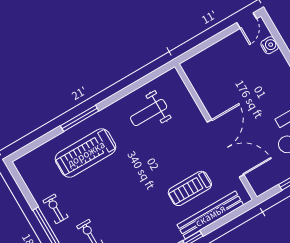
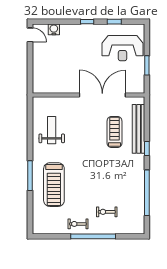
weight bench: (149, 113) -> (52, 130), turned 180
treadmill: (190, 188) -> (114, 132), turned 180

